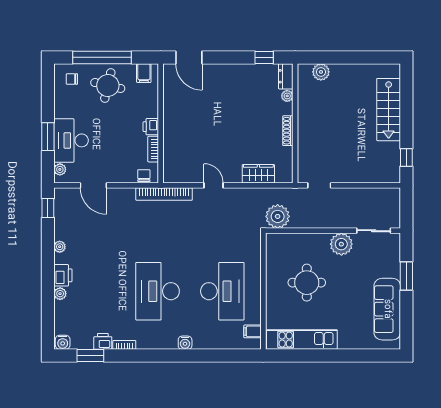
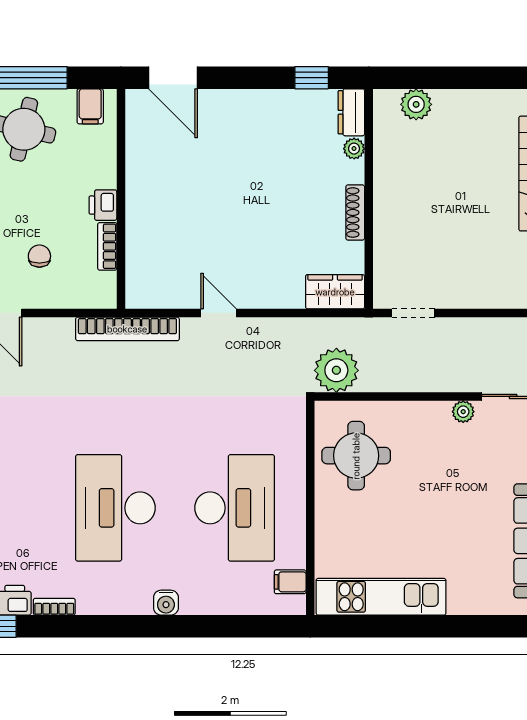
wardrobe: (258, 174) -> (335, 292), moved
chair: (144, 176) -> (39, 256), moved
plant: (341, 244) -> (463, 412), width x0.53, depth x0.53
round table: (307, 283) -> (356, 456), moved

